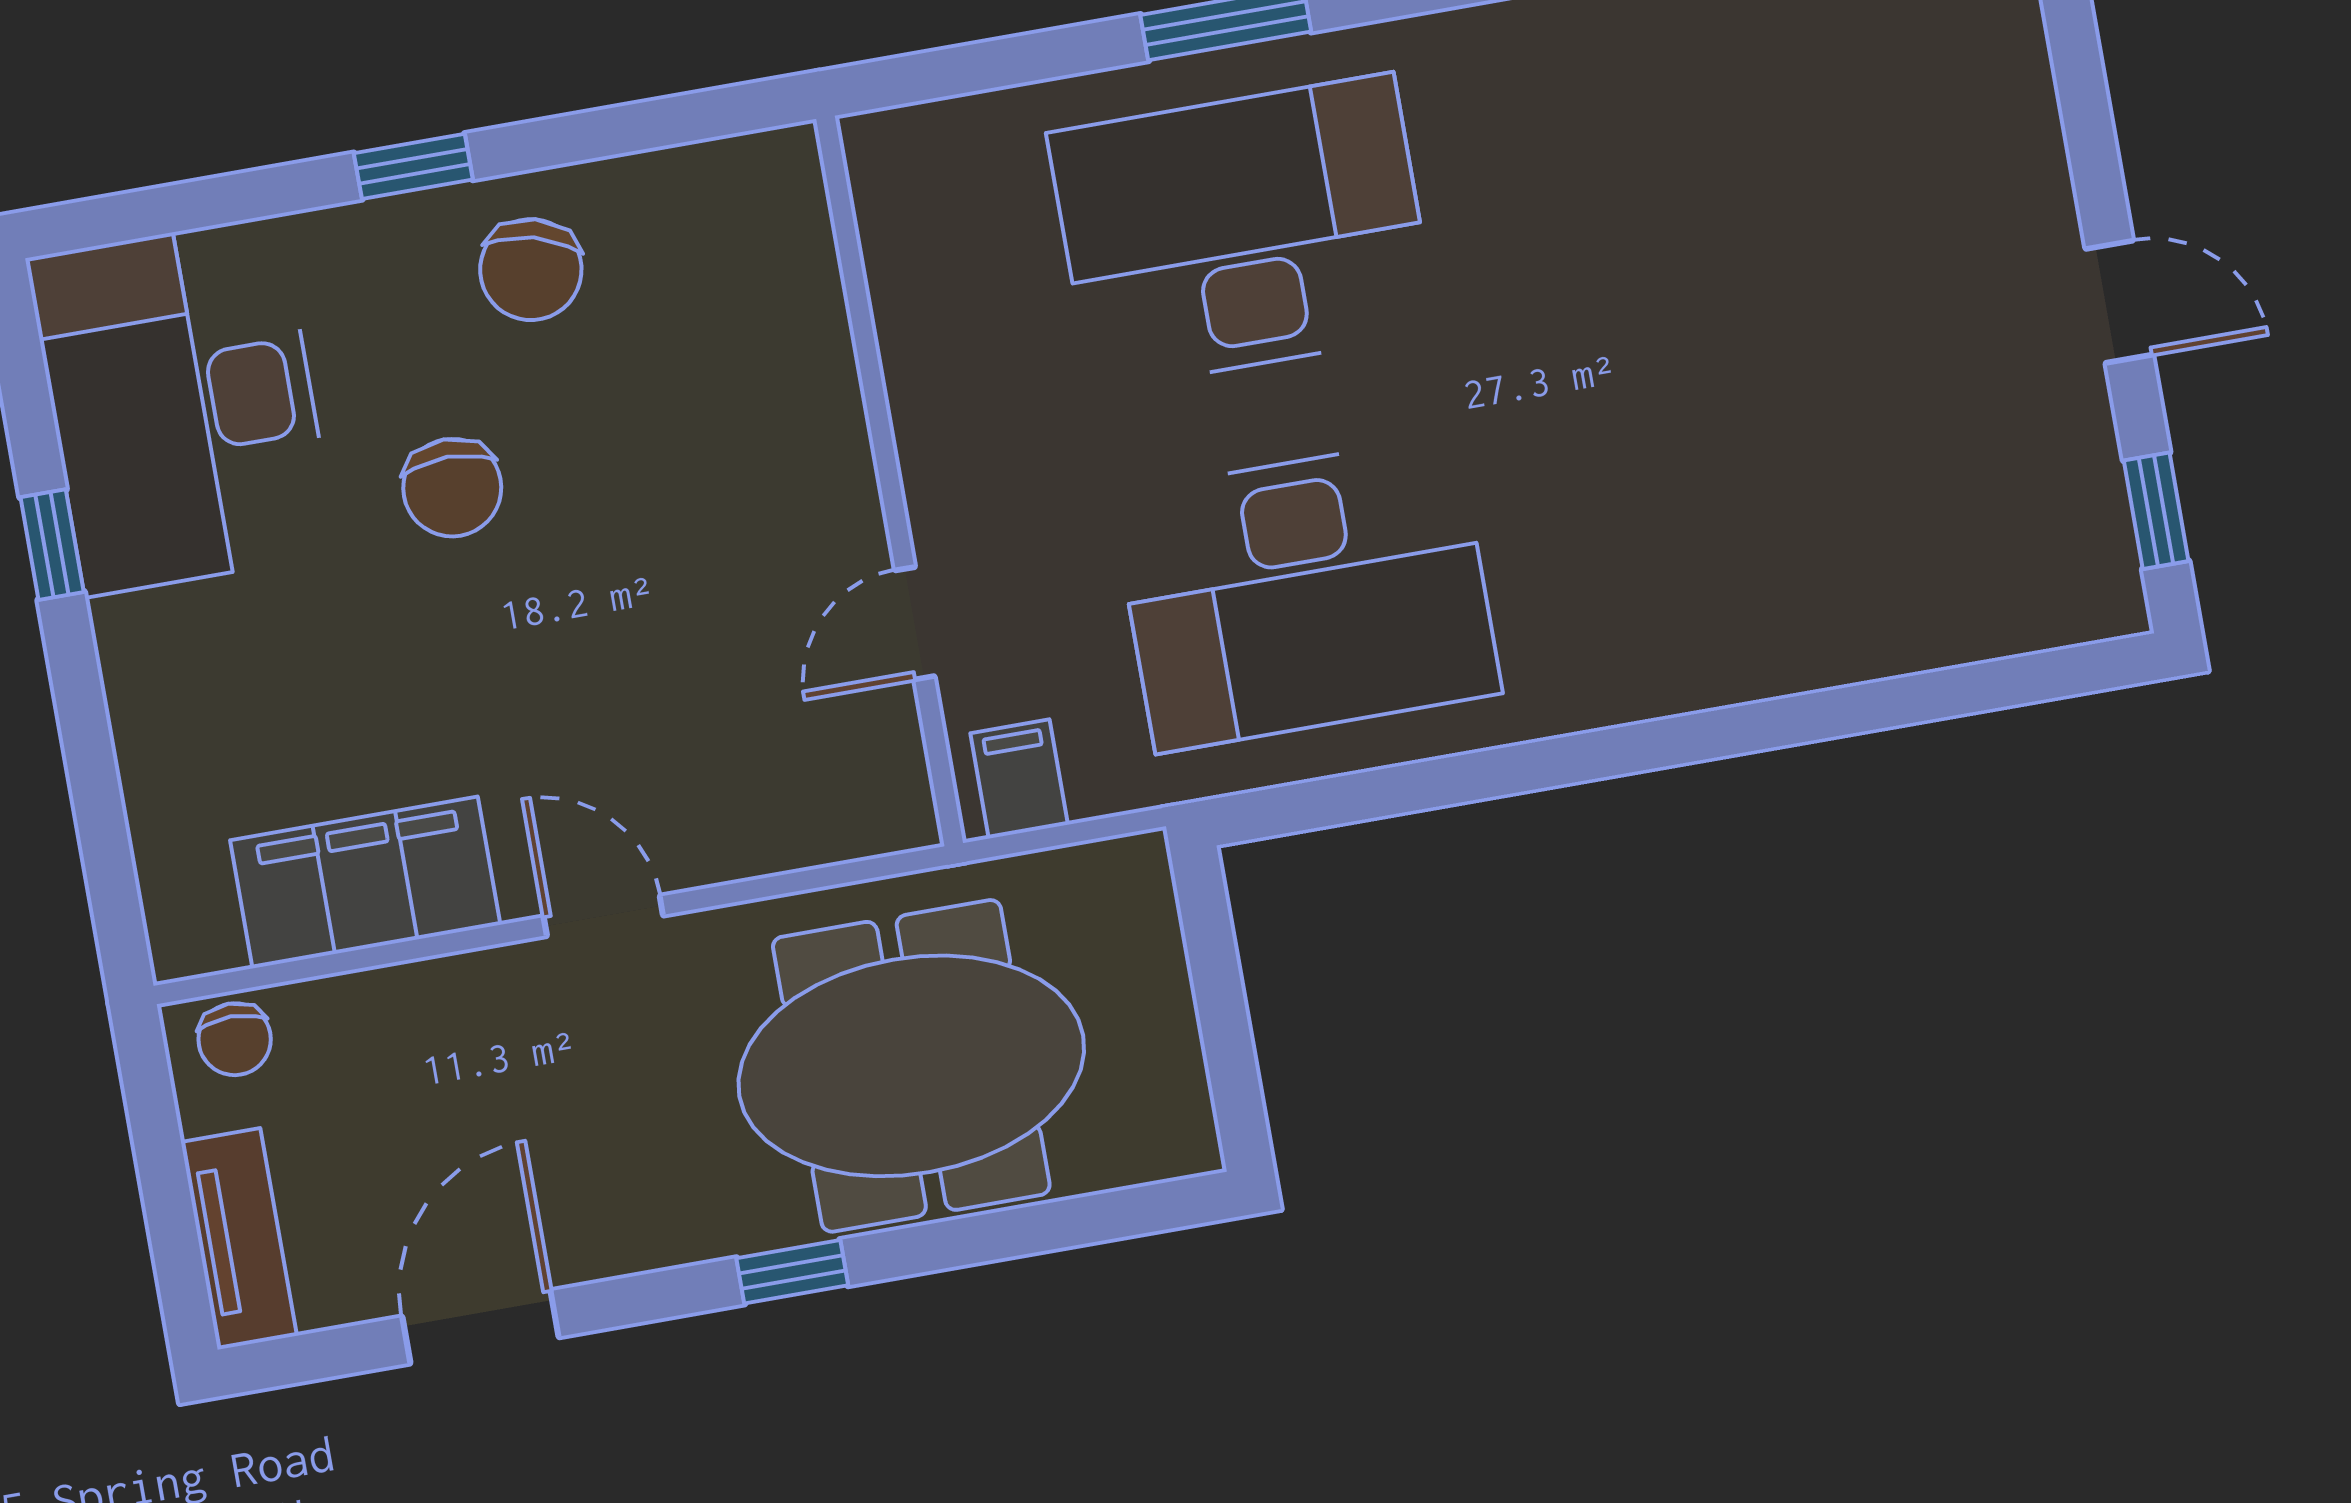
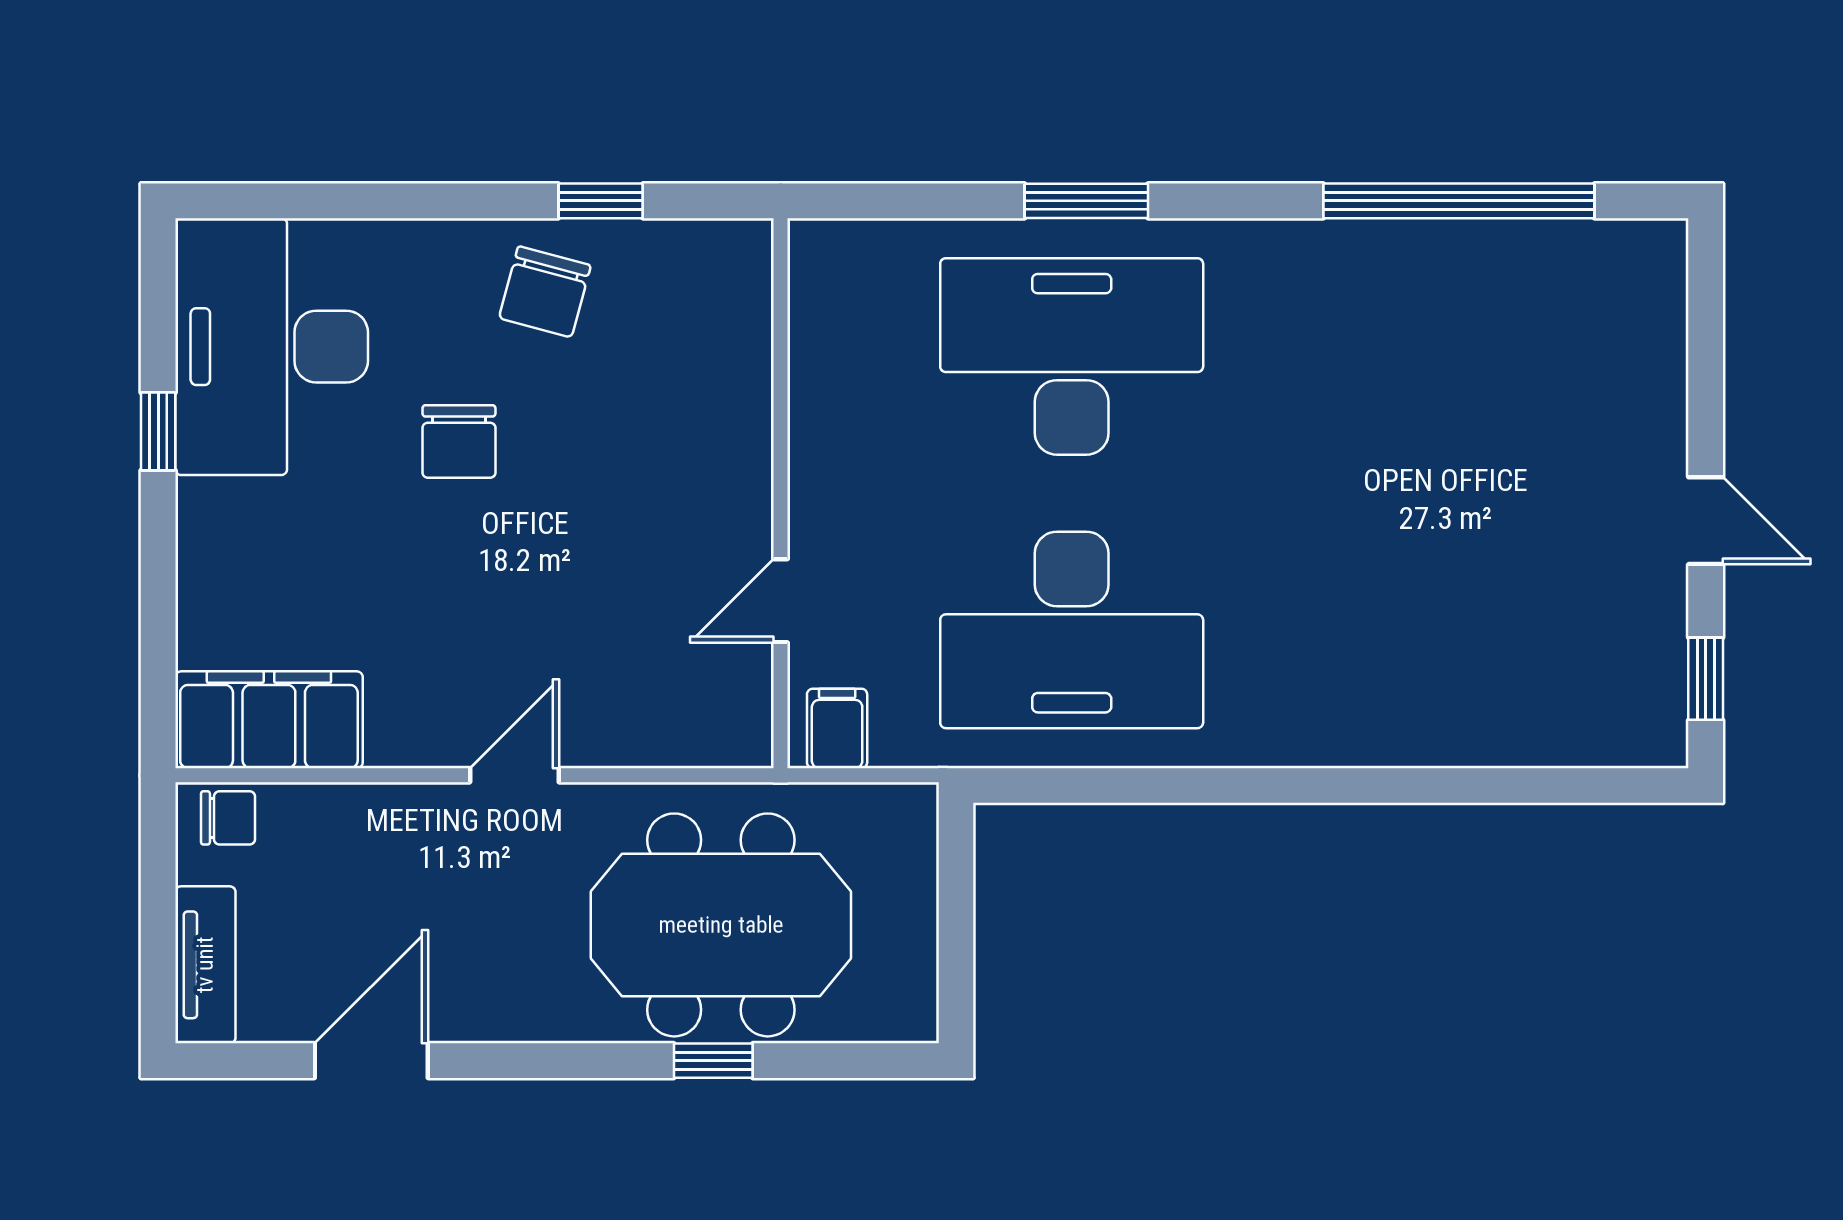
window: (413, 166) -> (601, 201), moved
filing cabinet: (365, 882) -> (269, 720), moved
door: (603, 916) -> (514, 775), hinge flipped
chair: (235, 1039) -> (228, 818), turned -90
window: (792, 1272) -> (713, 1061), moved

